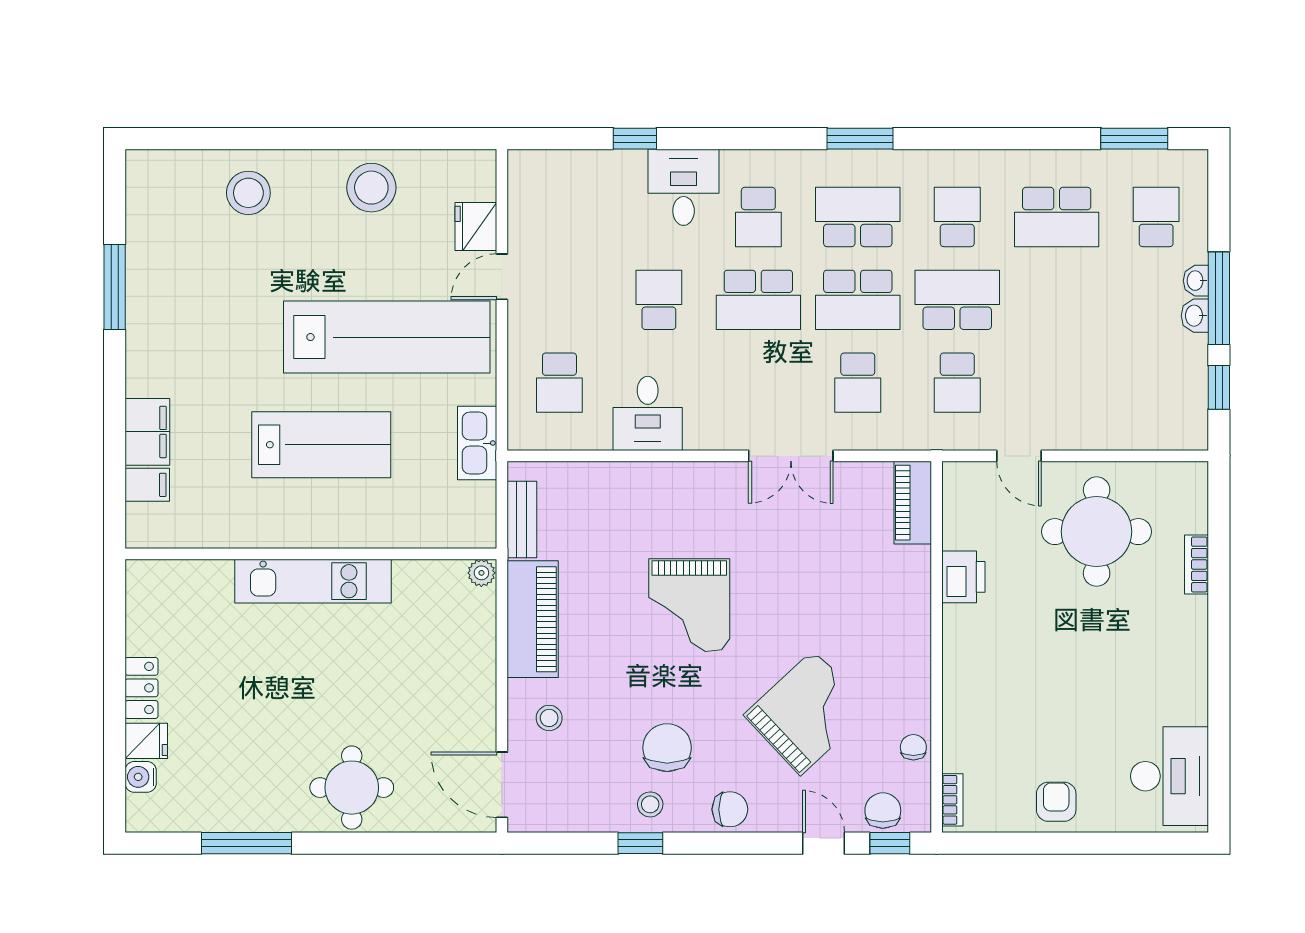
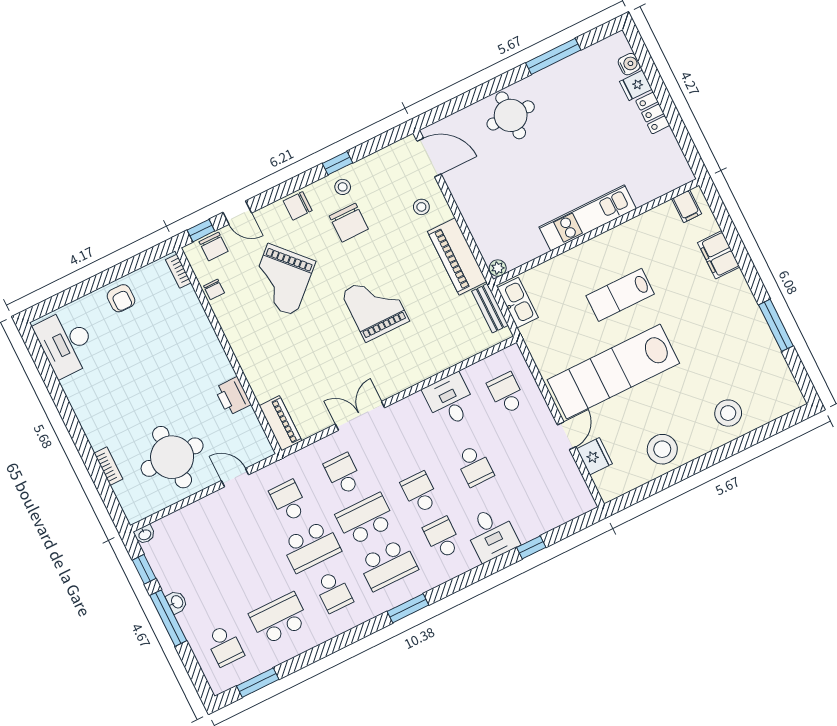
washbasin: (1196, 281) -> (145, 534), moved, turned 90
school desk: (758, 300) -> (420, 493), width x0.54
kitchen sink: (477, 443) -> (518, 303), moved
lab bench: (321, 445) -> (620, 295), width x0.73, depth x0.72
filing cabinet: (147, 485) -> (687, 206), moved, turned -90

